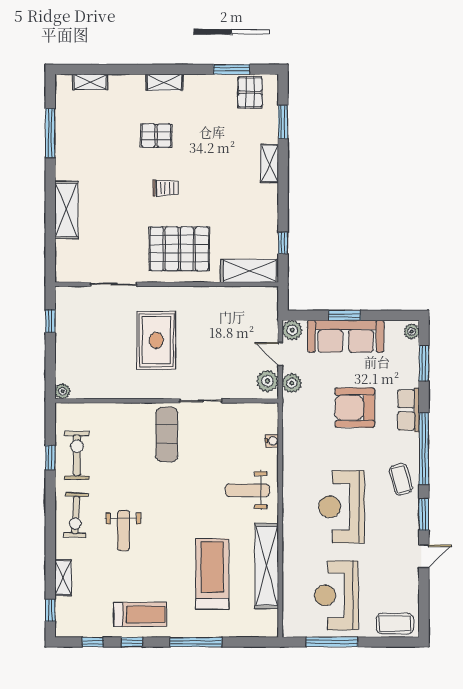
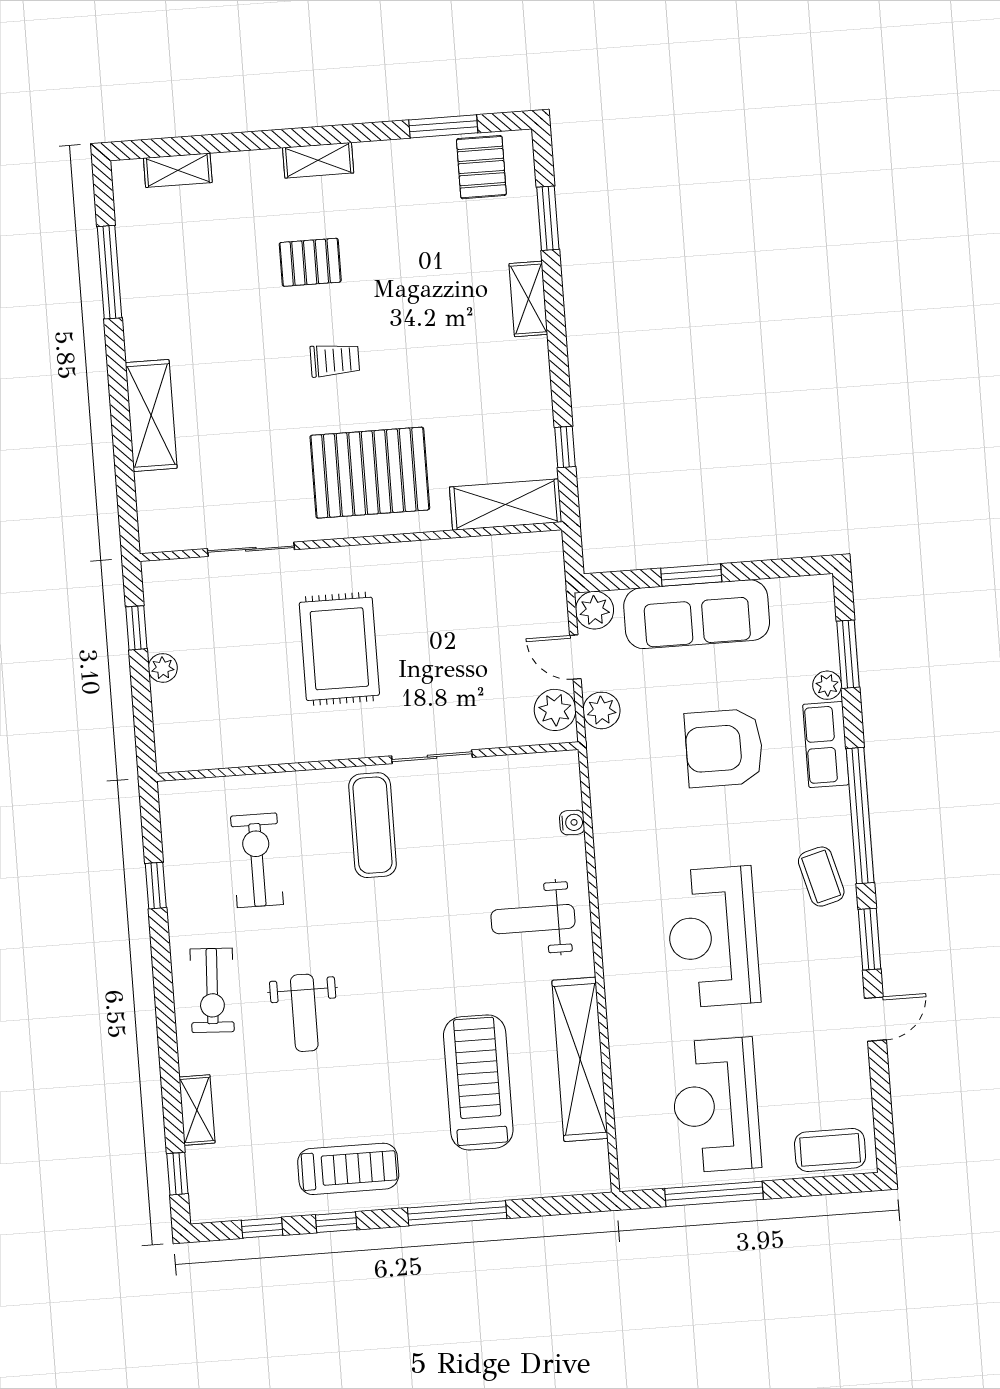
plant: (412, 331) -> (827, 685), moved
plant: (63, 391) -> (163, 668), moved
exercise bike: (77, 455) -> (257, 860), moved

